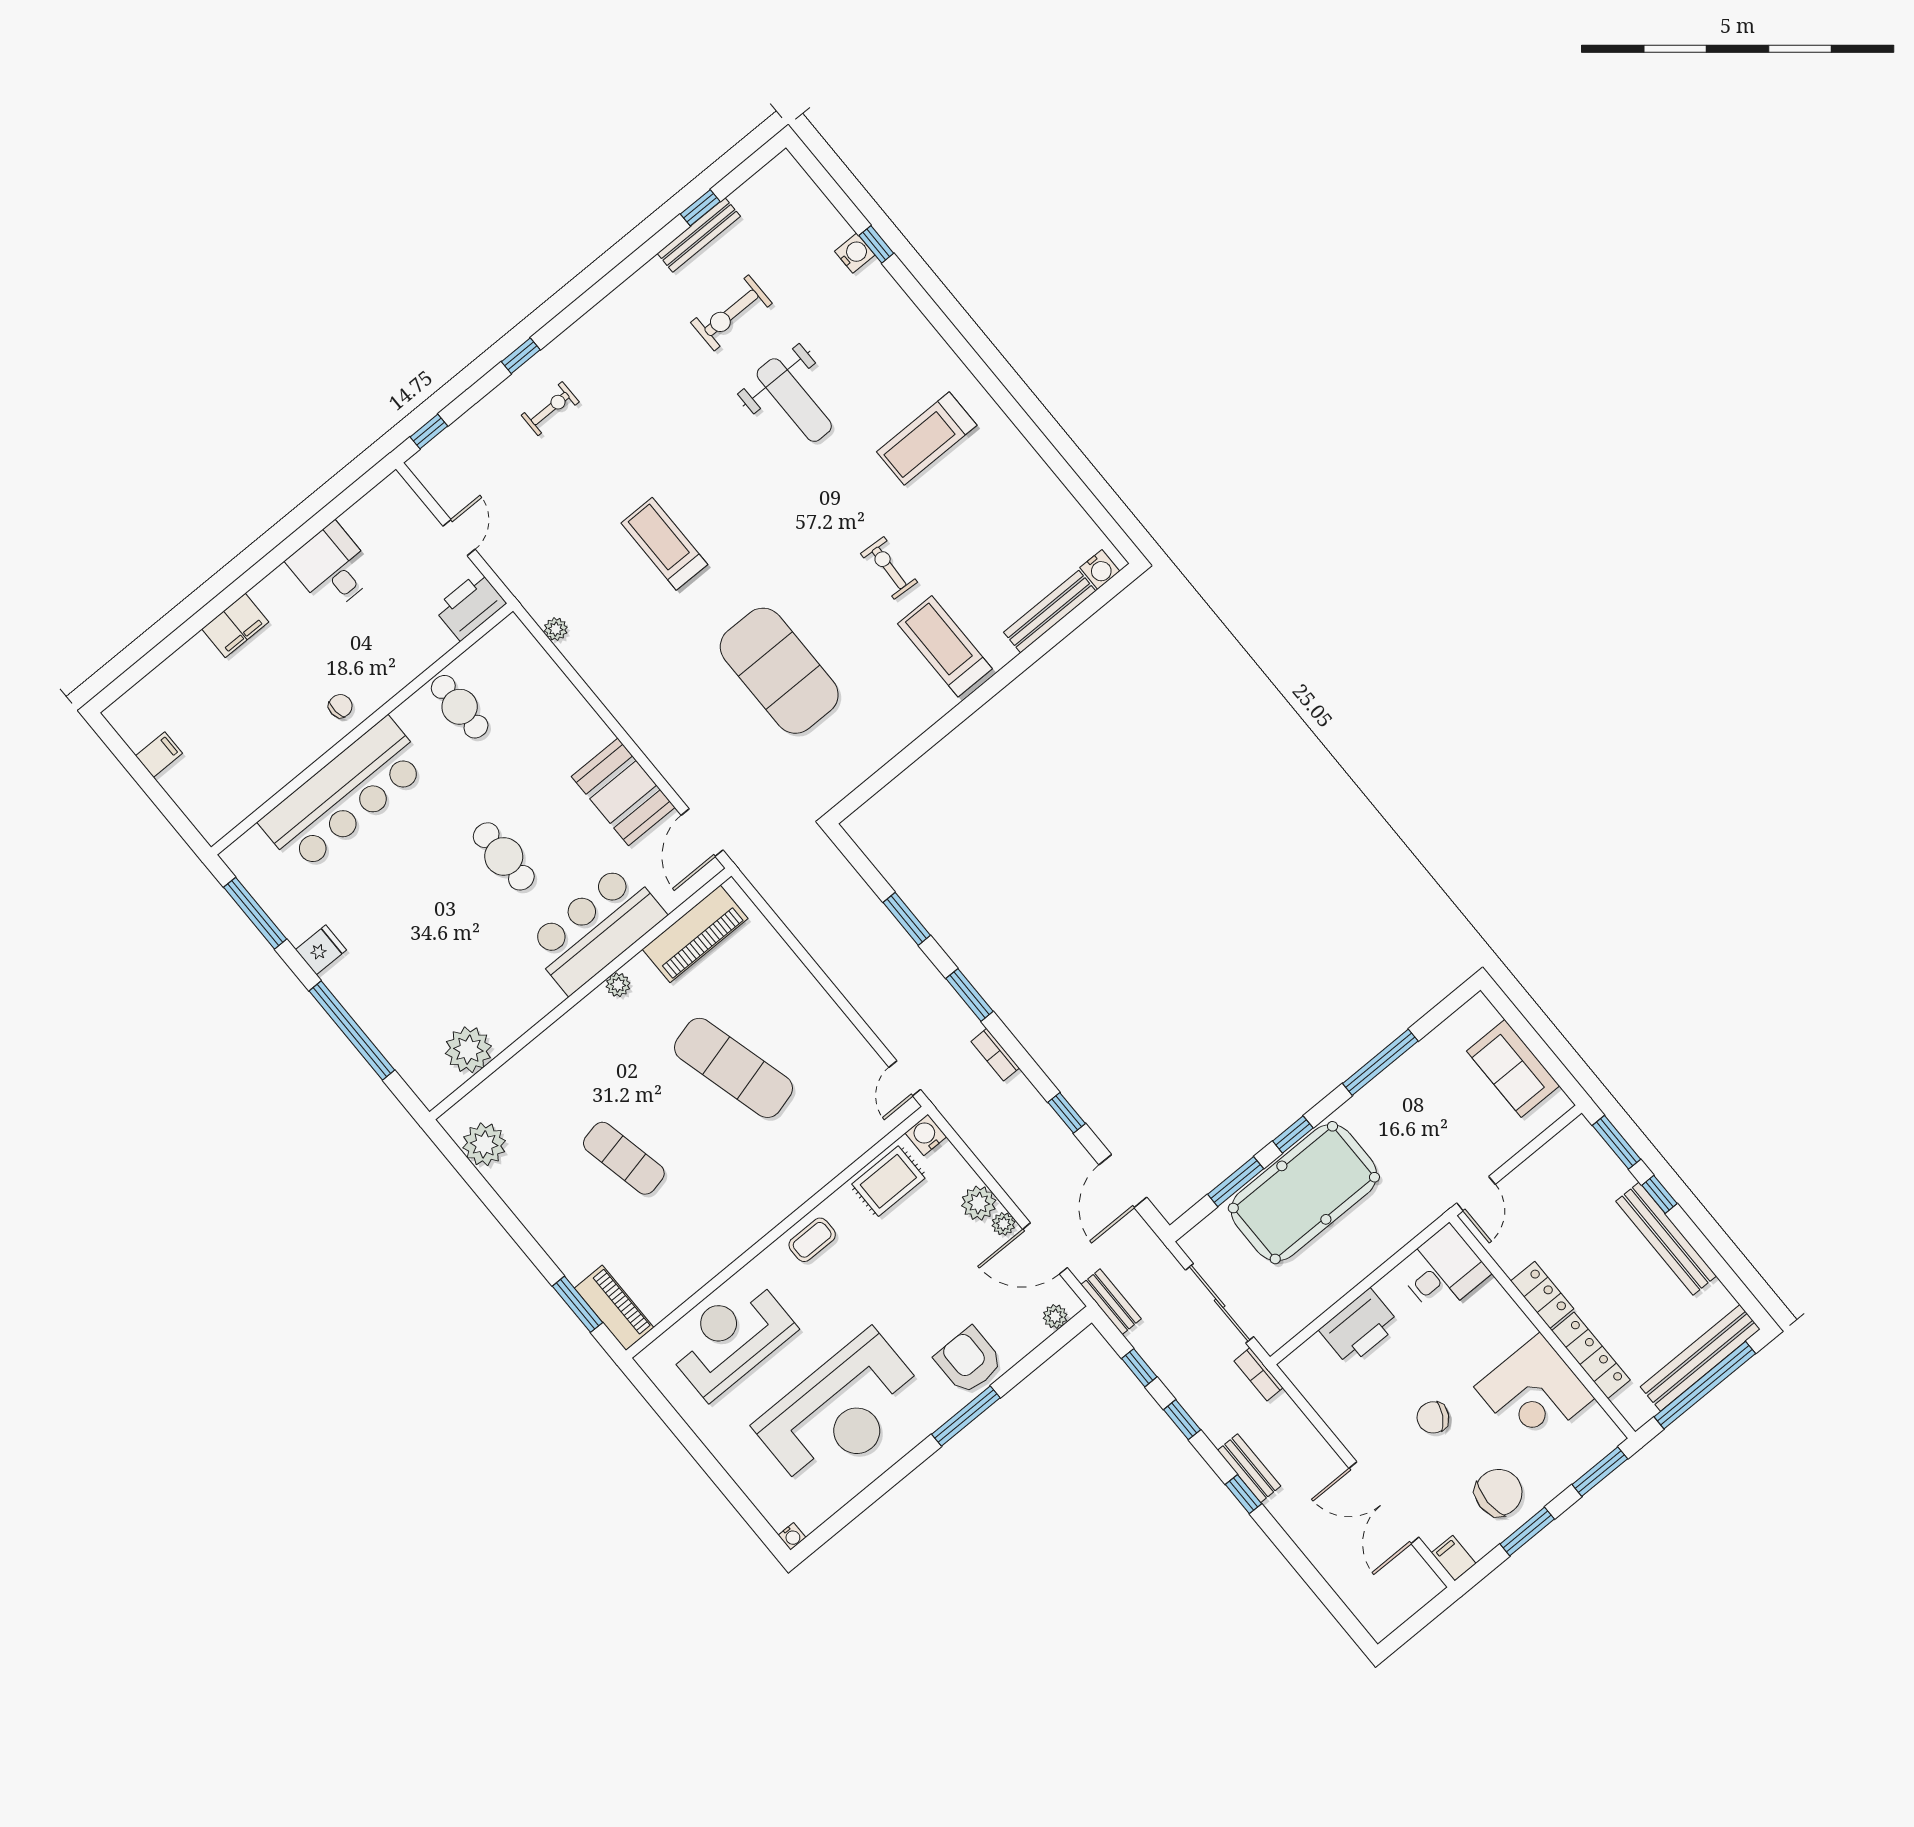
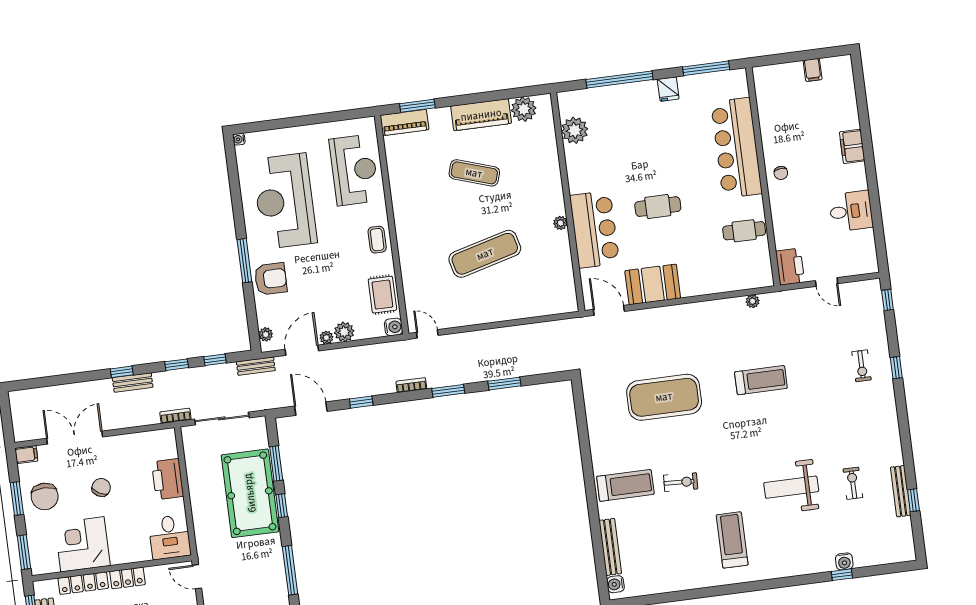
exercise bike: (731, 313) -> (853, 483), width x0.73, depth x0.72
piano: (695, 934) -> (481, 115), moved, turned -90
exercise mat: (624, 1158) -> (474, 173), turned 30

